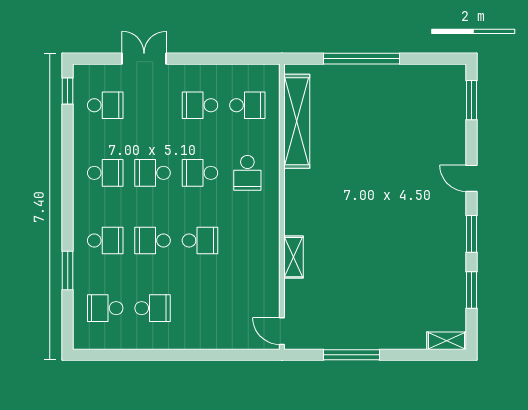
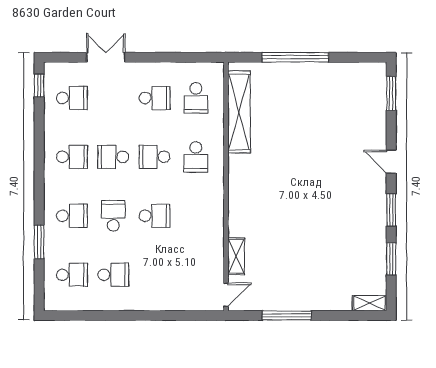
school desk: (200, 105) -> (155, 98), turned 180
school desk: (247, 105) -> (196, 98), turned 90
school desk: (153, 241) -> (113, 216), turned 90
shelving: (294, 257) -> (236, 256), moved
school desk: (105, 308) -> (72, 275), turned 180
door: (282, 331) -> (226, 295), swing flipped

